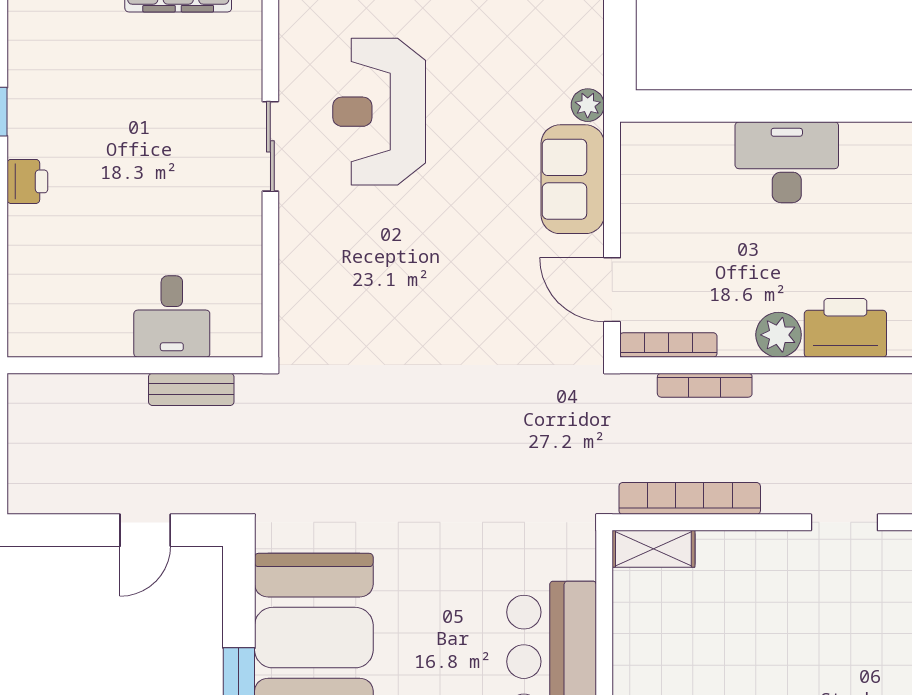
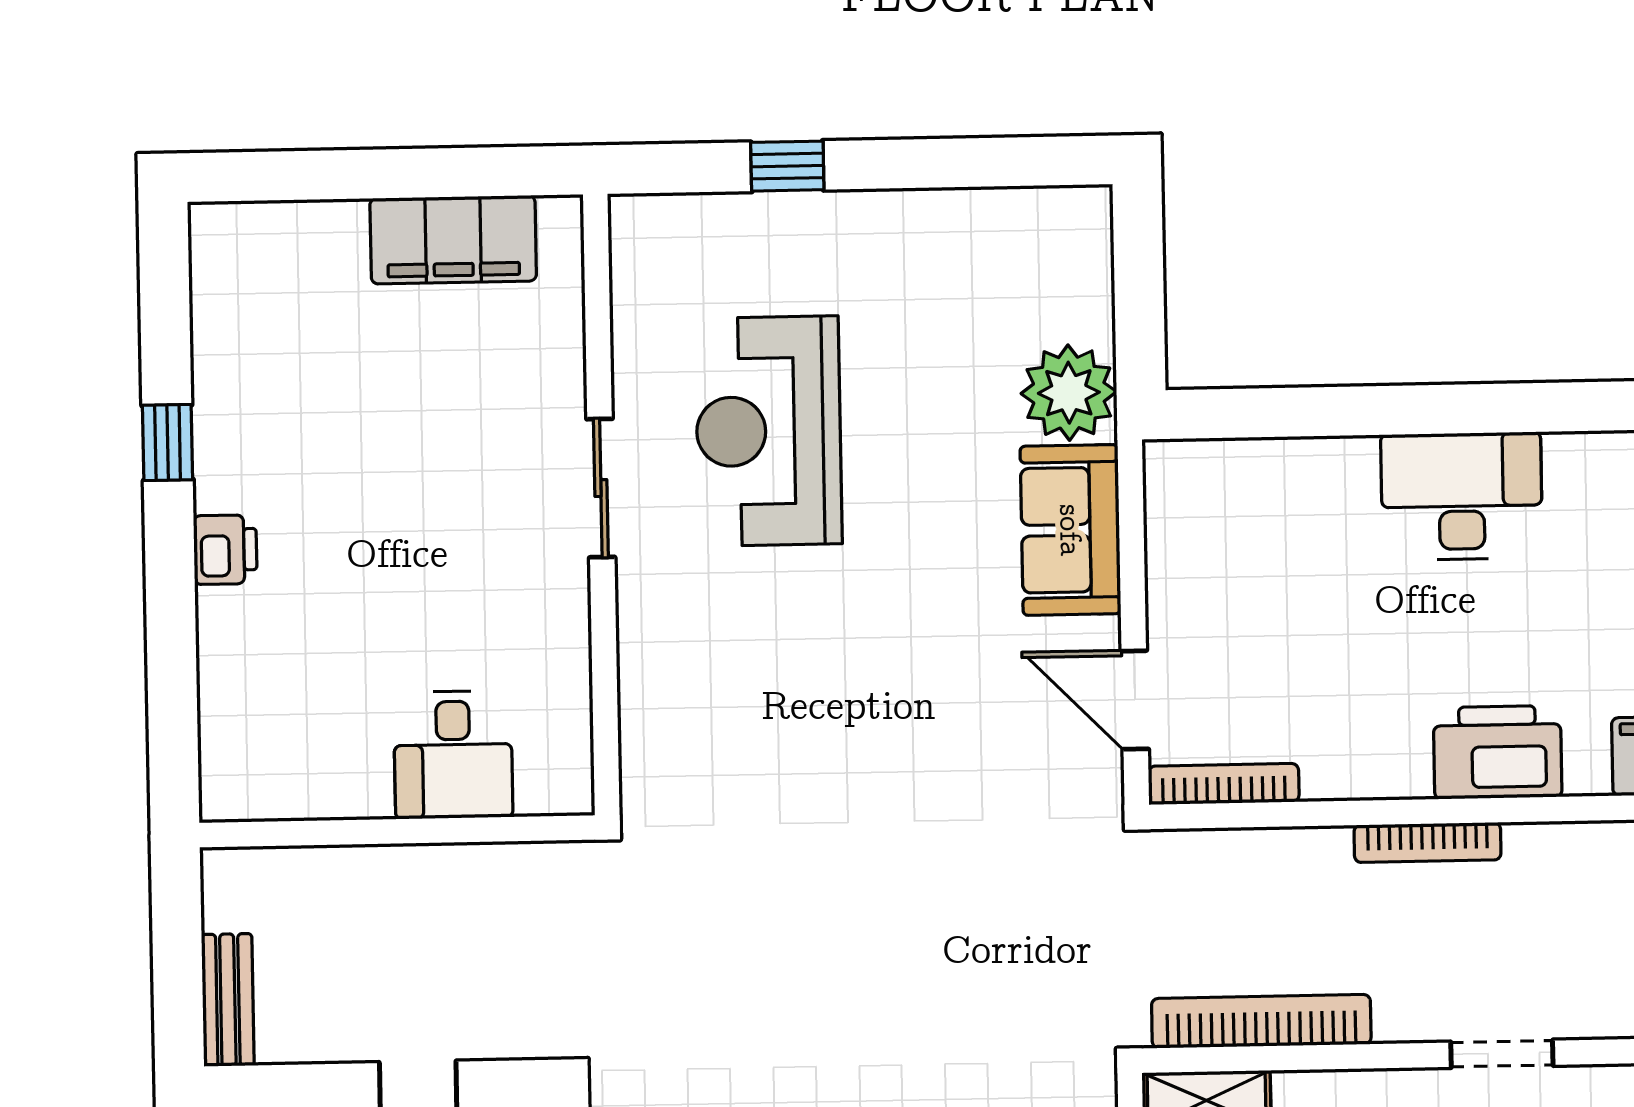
plant: (588, 105) -> (1069, 393), width x1.87, depth x1.87
desk: (787, 162) -> (1462, 496), moved
plant: (779, 335) -> (1394, 765), removed
bookcase: (705, 385) -> (1427, 842), moved
bench: (191, 389) -> (228, 1000), moved, turned 90

